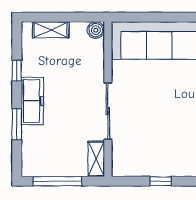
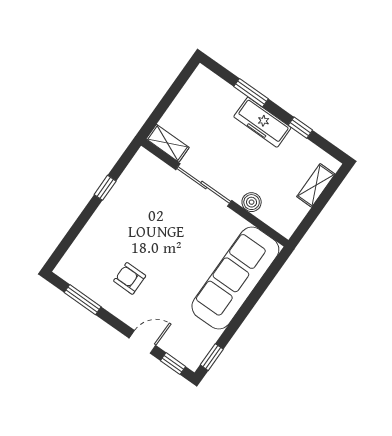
boiler: (96, 30) -> (252, 202), moved
window: (57, 181) -> (172, 93), removed

